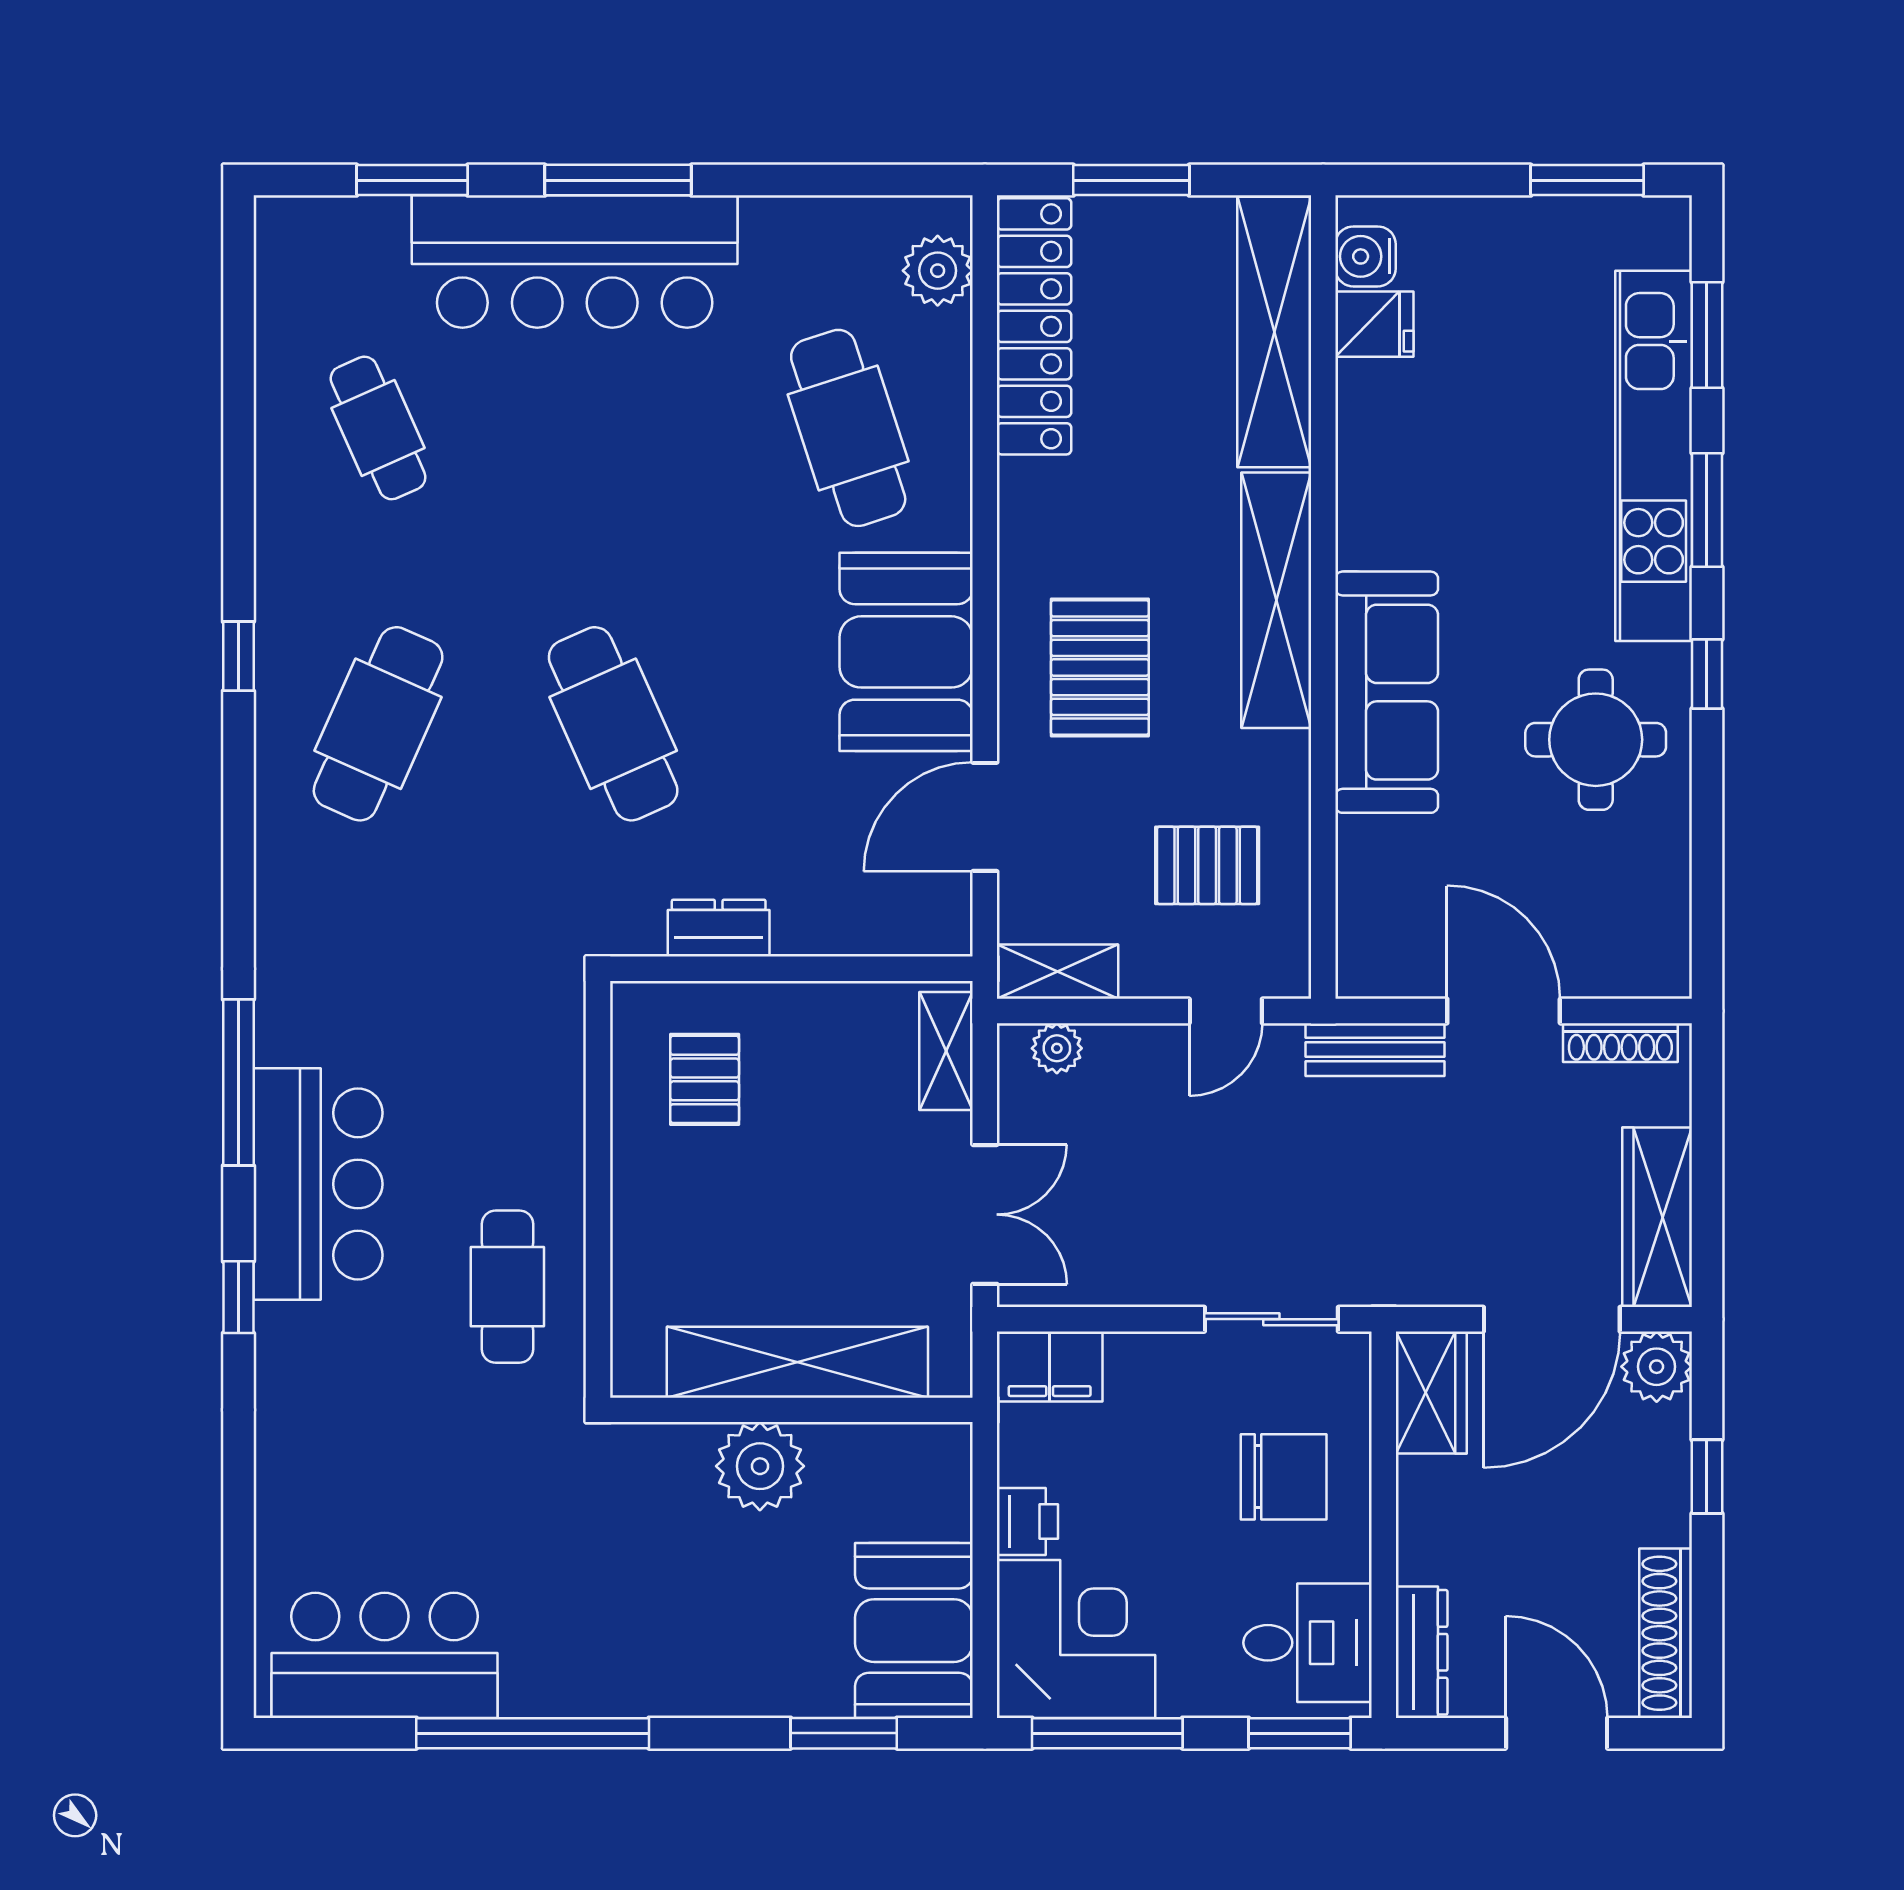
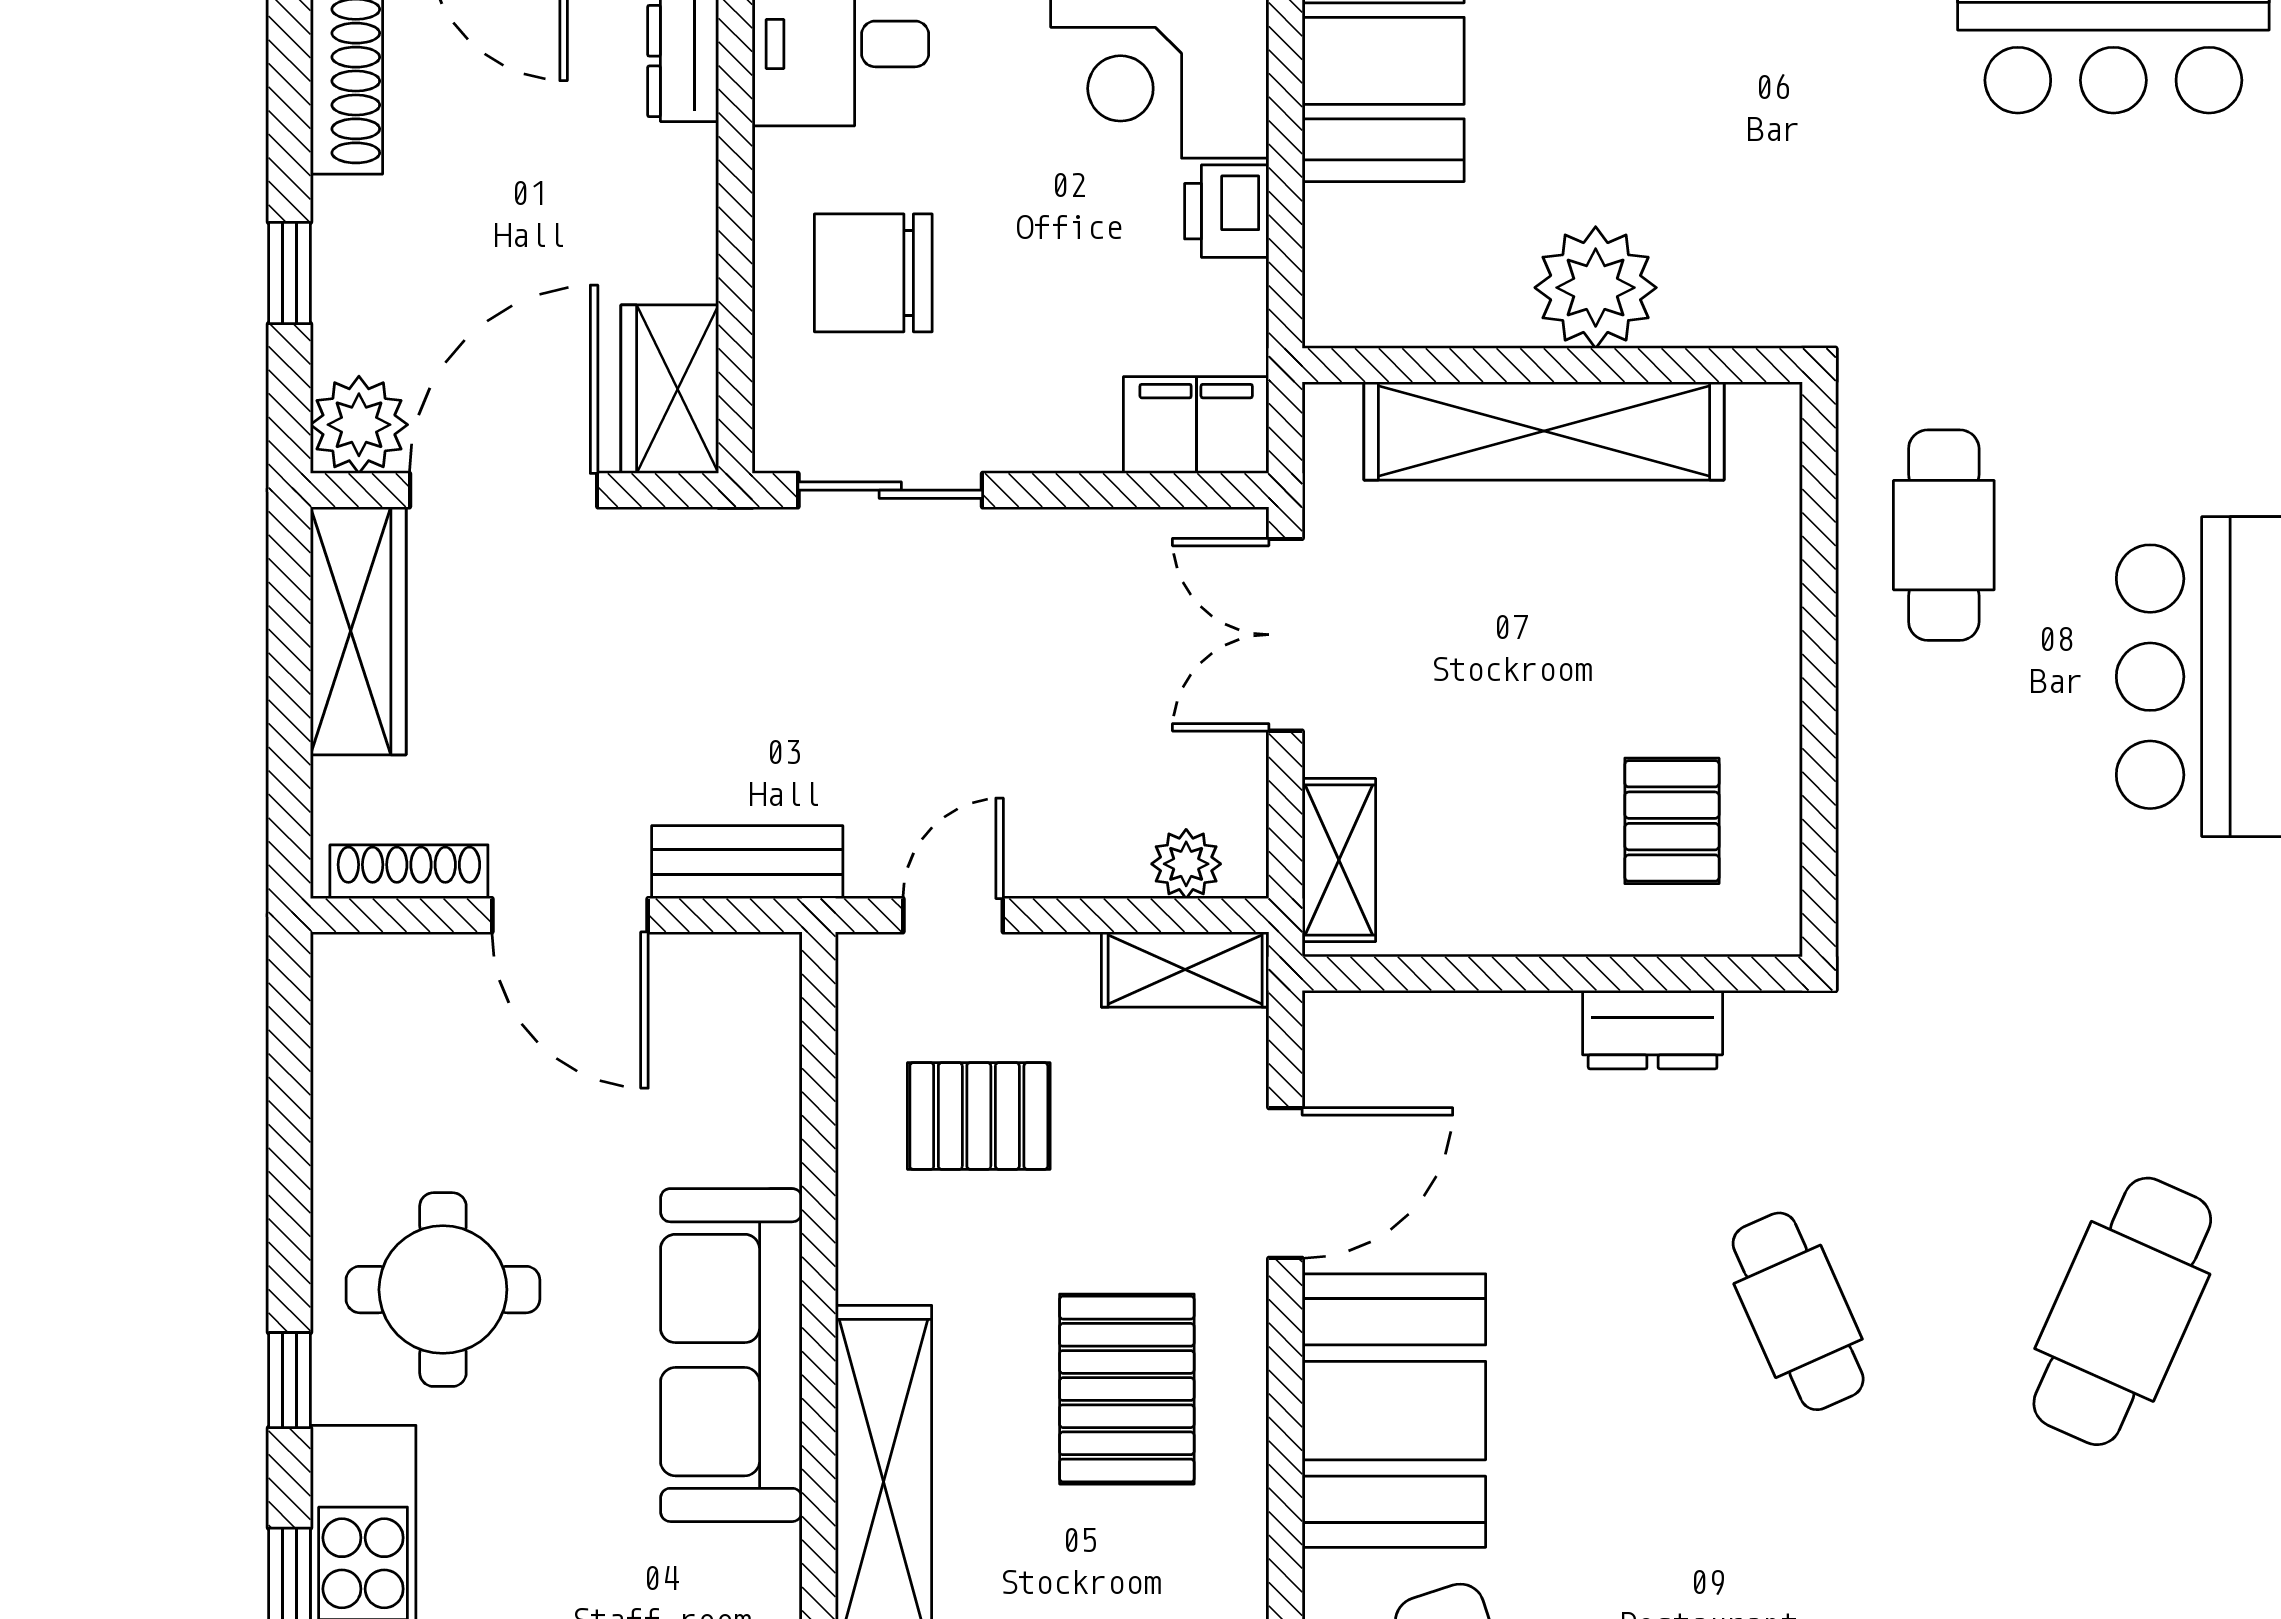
cafe table: (613, 724) -> (1798, 1311), width x0.73, depth x0.74

